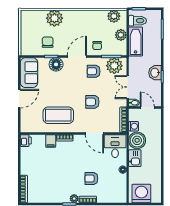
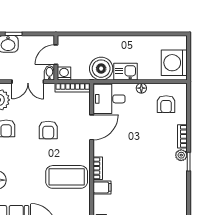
coffee table: (58, 115) -> (67, 177), turned 90
washing machine: (133, 126) -> (64, 74), moved
armchair: (91, 178) -> (166, 104), moved

